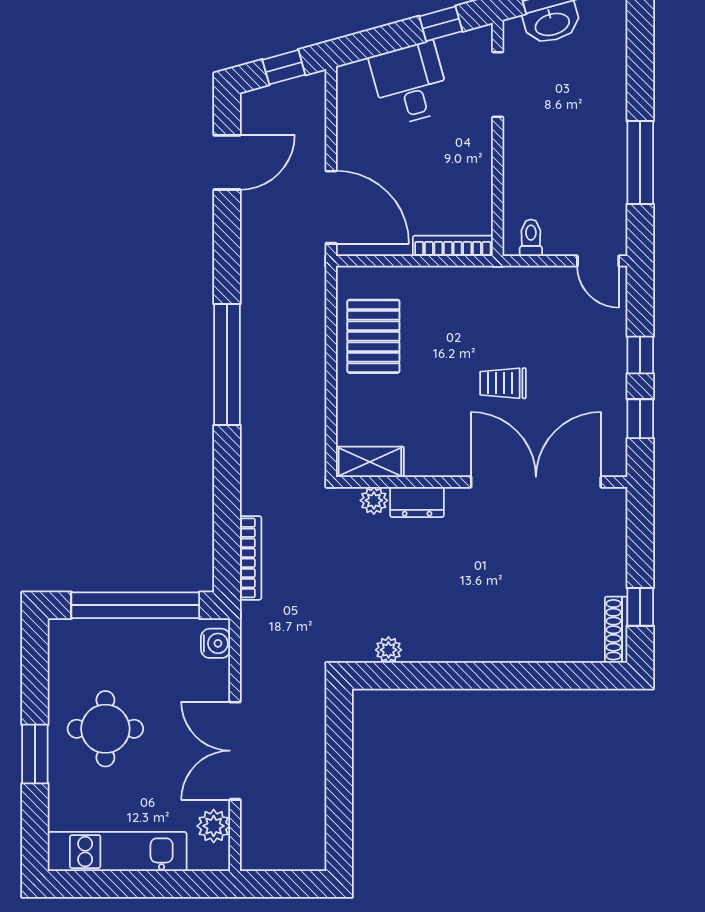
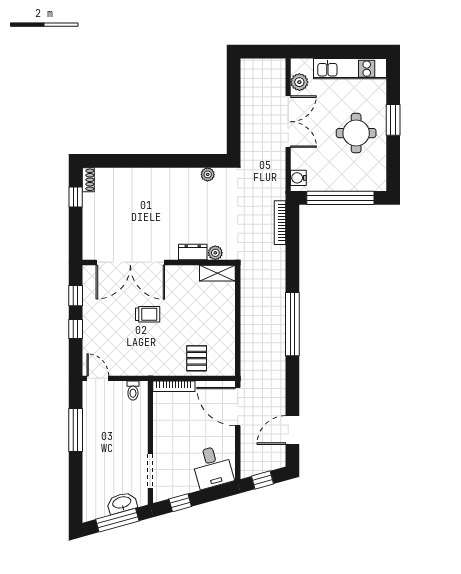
desk: (410, 83) -> (212, 467), moved
pallet: (373, 336) -> (197, 358), moved, width x0.67, depth x0.71
shoe rack: (616, 630) -> (88, 180), width x0.70

